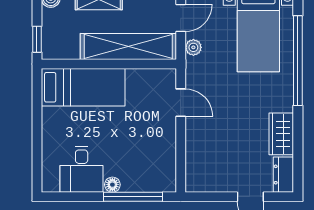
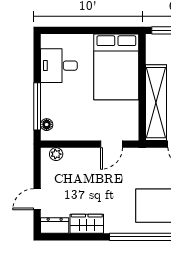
plant: (193, 47) -> (56, 154), moved
bed: (83, 87) -> (116, 67), width x1.50
floor lamp: (112, 185) -> (47, 125), moved

